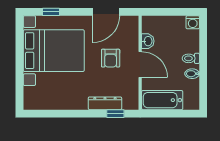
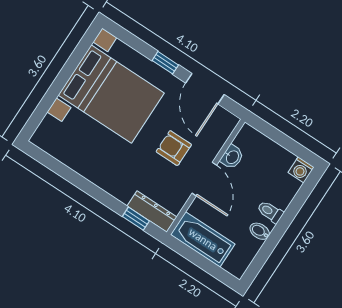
window: (51, 12) -> (165, 63), moved
door: (106, 12) -> (205, 89), hinge flipped
armchair: (111, 58) -> (174, 148), turned 90
dresser: (105, 103) -> (152, 211), moved

